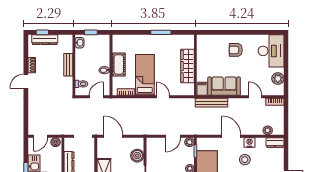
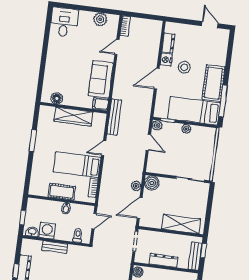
floor lamp: (202, 49) -> (57, 98), added
armchair: (236, 50) -> (63, 61), removed
desk: (271, 51) -> (64, 22), width x0.73
washing machine: (82, 56) -> (47, 231), added
door: (96, 97) -> (94, 221), swing flipped
bench: (212, 103) -> (114, 117), moved
plant: (268, 130) -> (136, 186), moved
dresser: (275, 143) -> (168, 43), moved
boiler: (137, 156) -> (152, 183), moved

